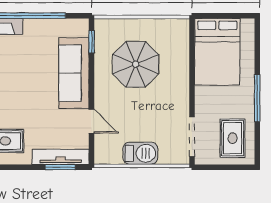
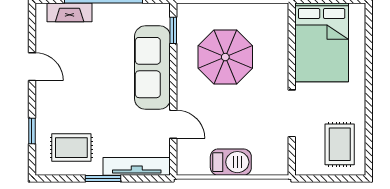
window: (257, 98) -> (369, 97), removed
doorway: (192, 137) -> (292, 113), moved
window: (60, 167) -> (103, 179), moved

